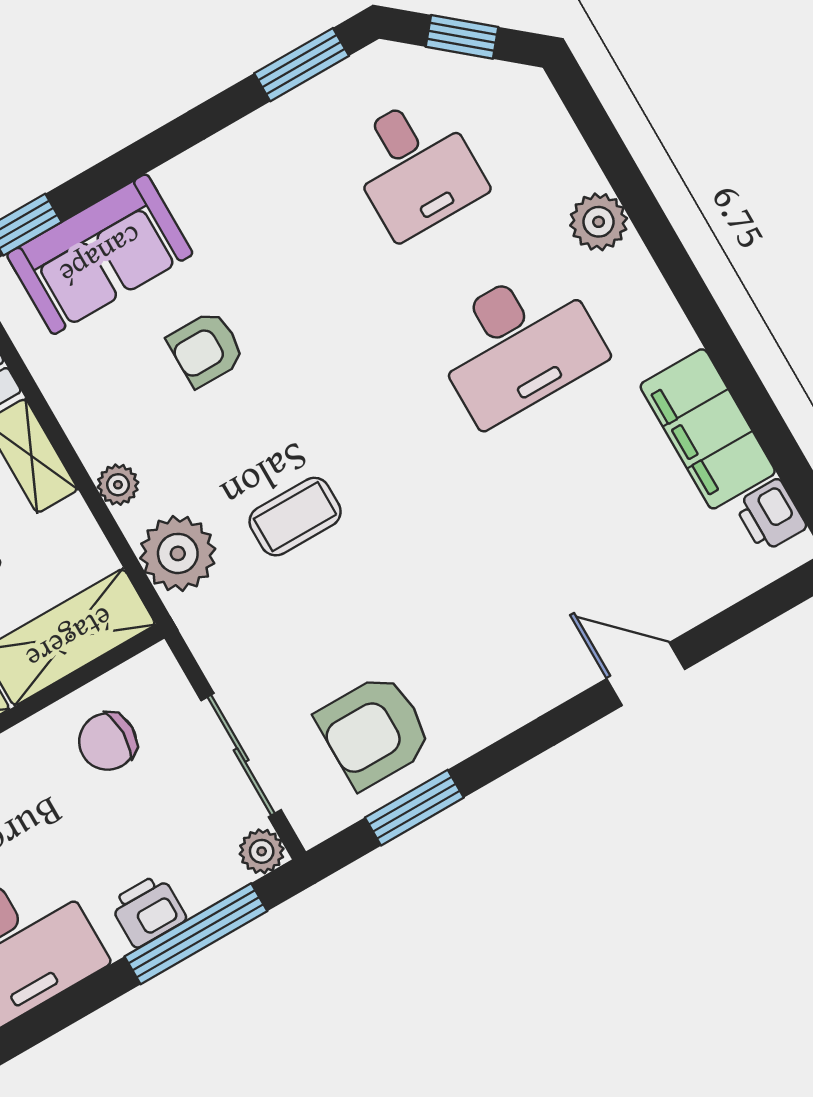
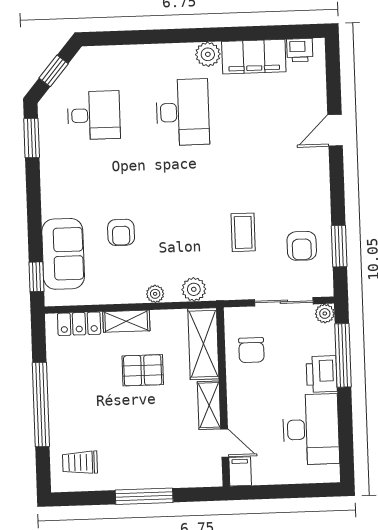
plant: (599, 222) -> (208, 54), moved
coffee table: (295, 517) -> (243, 232), moved
plant: (178, 553) -> (194, 289), width x0.73, depth x0.73
armchair: (374, 731) -> (302, 246), width x0.72, depth x0.72
printer: (148, 911) -> (322, 374), width x1.36, depth x1.24

